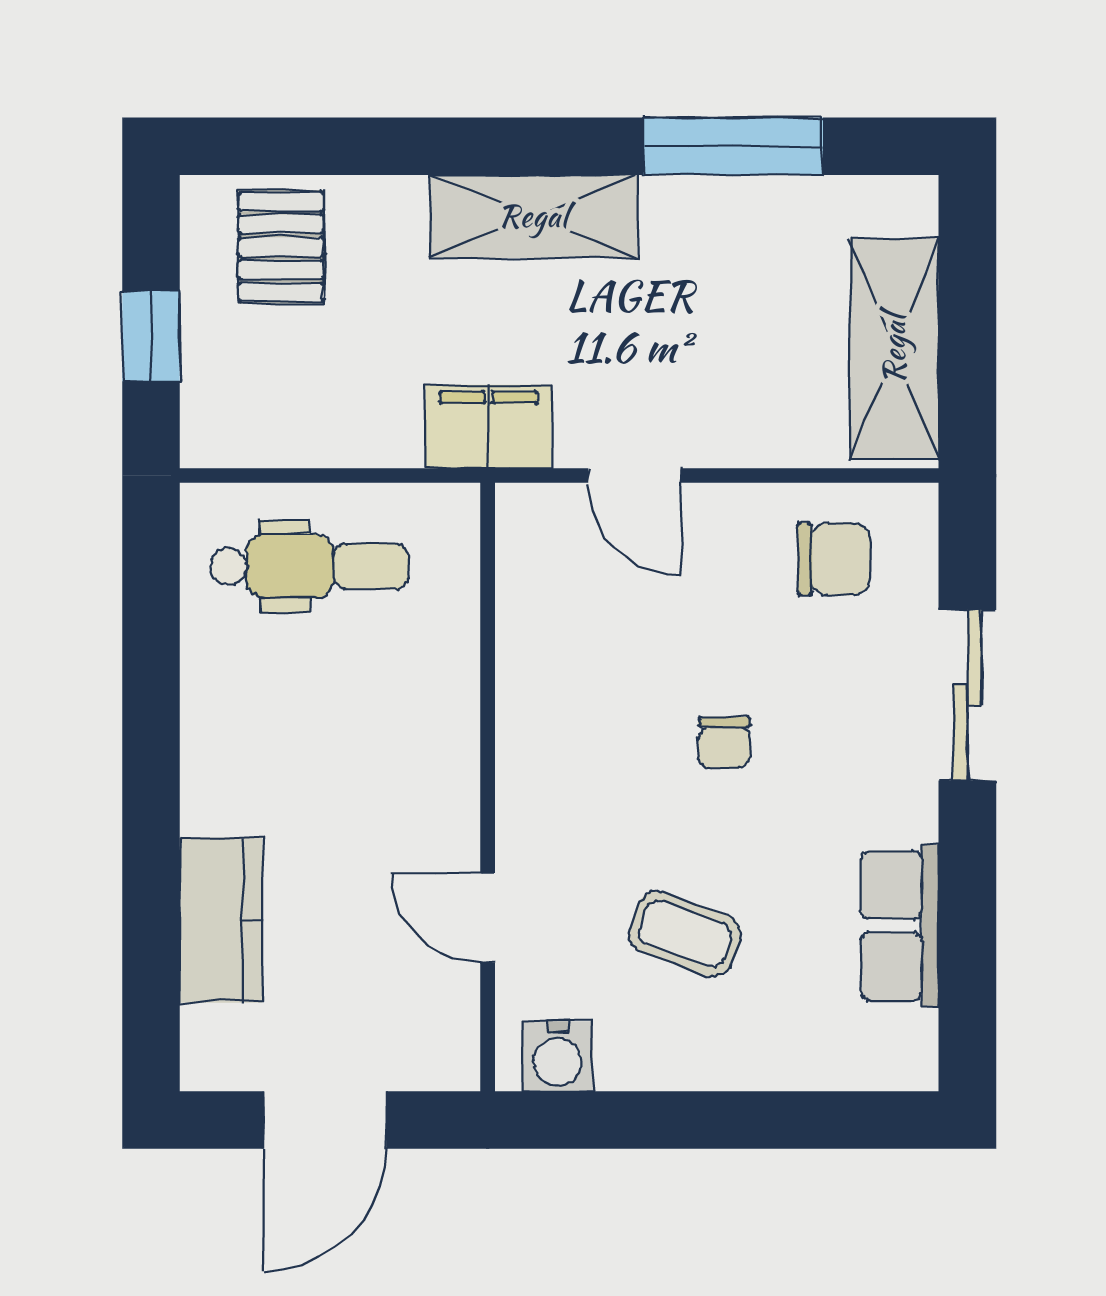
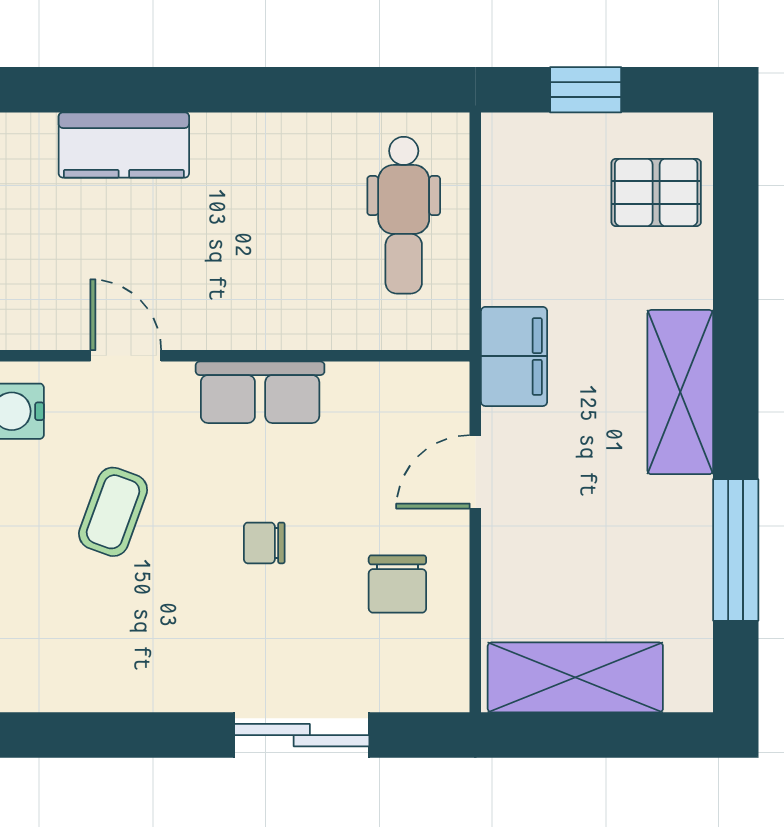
chair: (834, 559) -> (397, 584), moved
door: (488, 918) -> (126, 356), hinge flipped
row of seats: (900, 926) -> (260, 392), moved, turned 180

